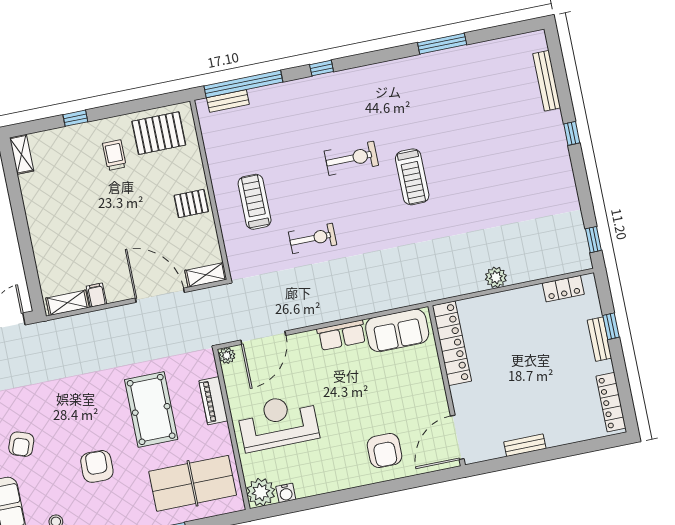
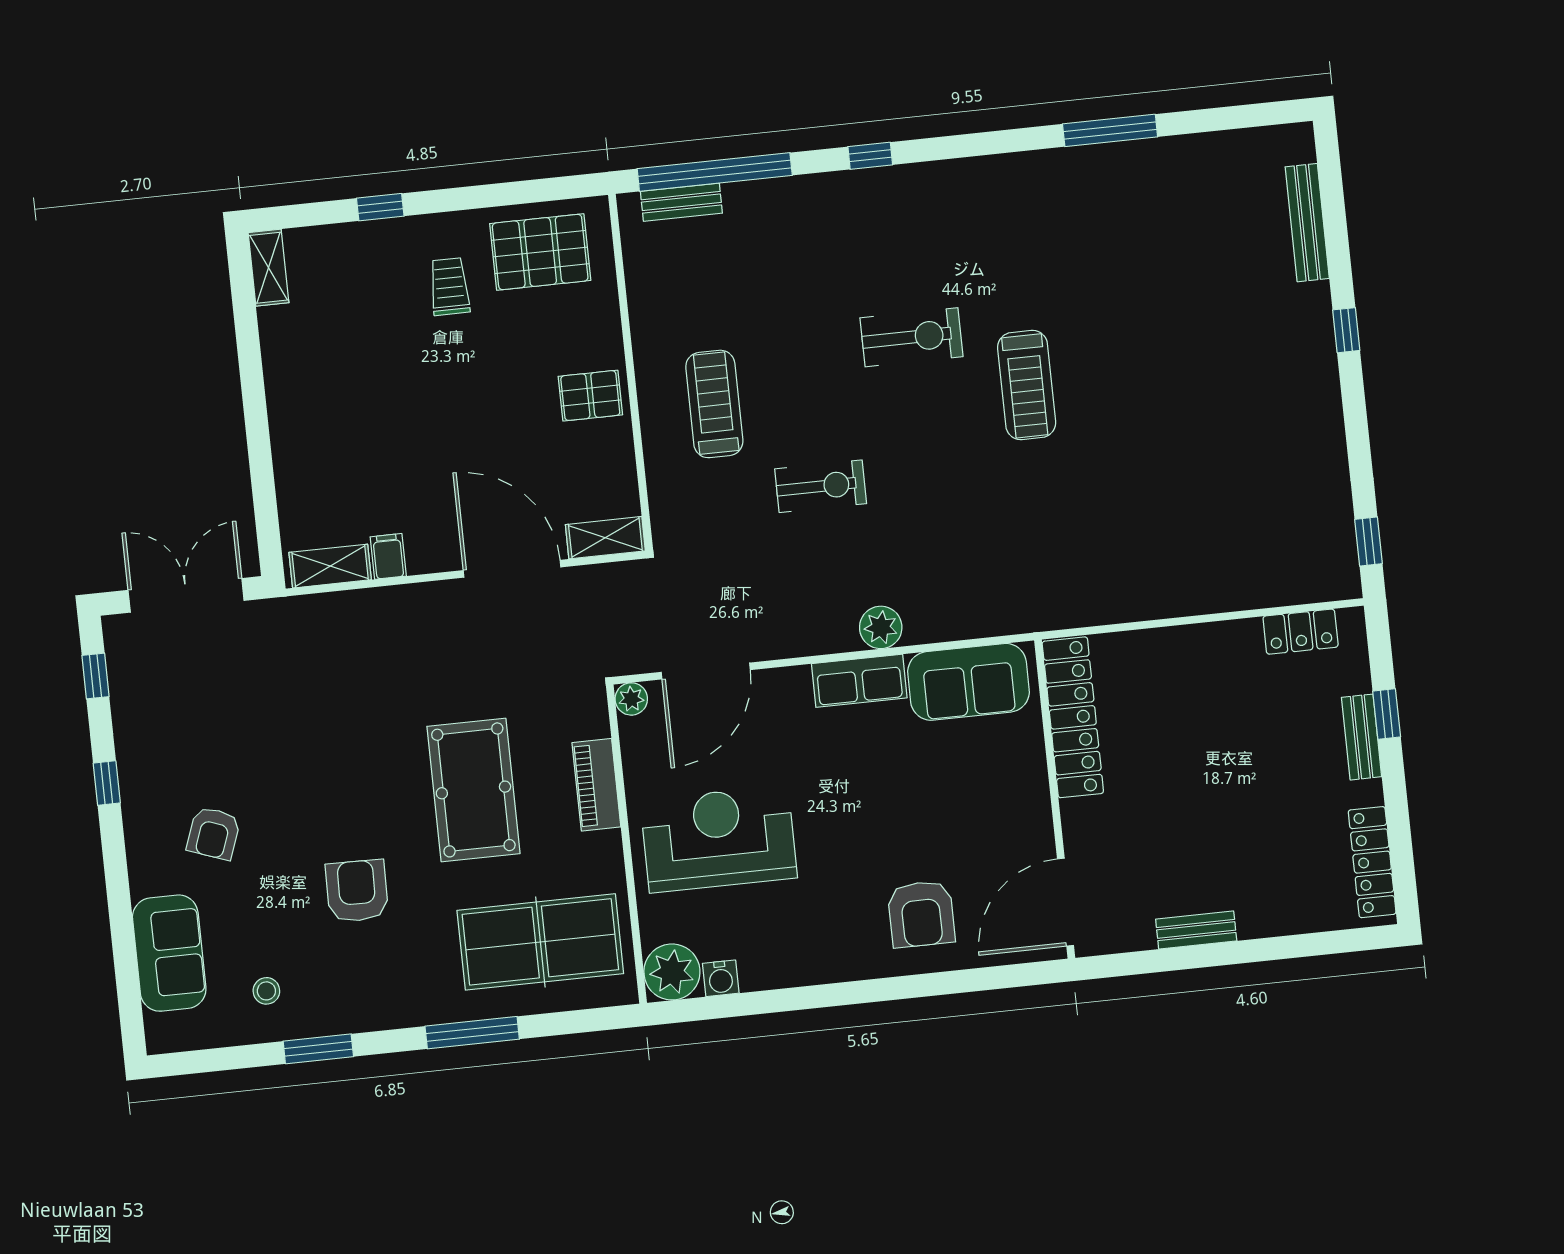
plant: (496, 277) -> (881, 627), moved

